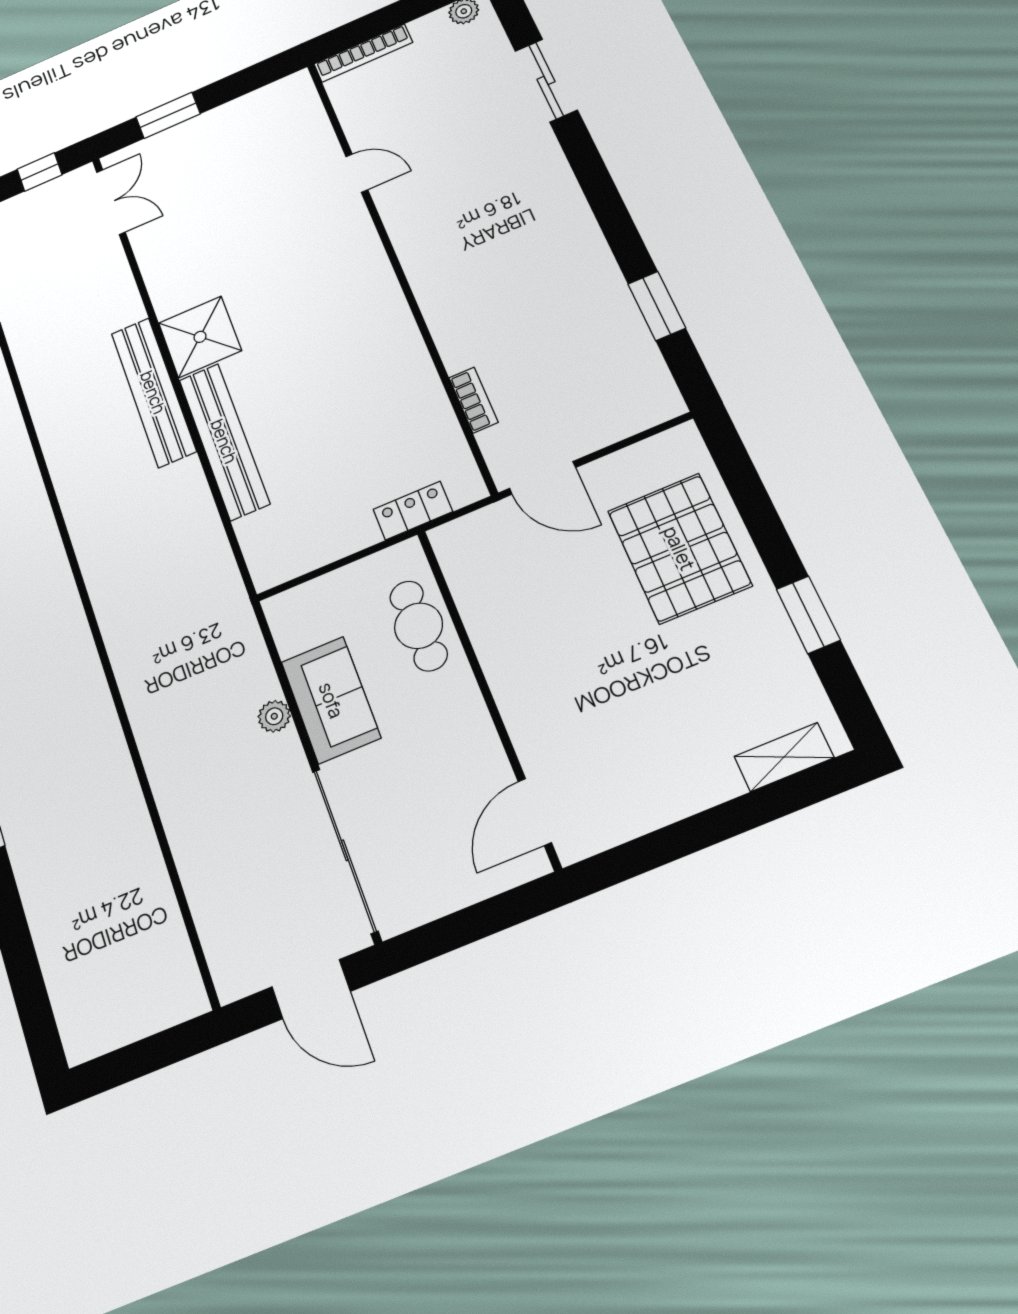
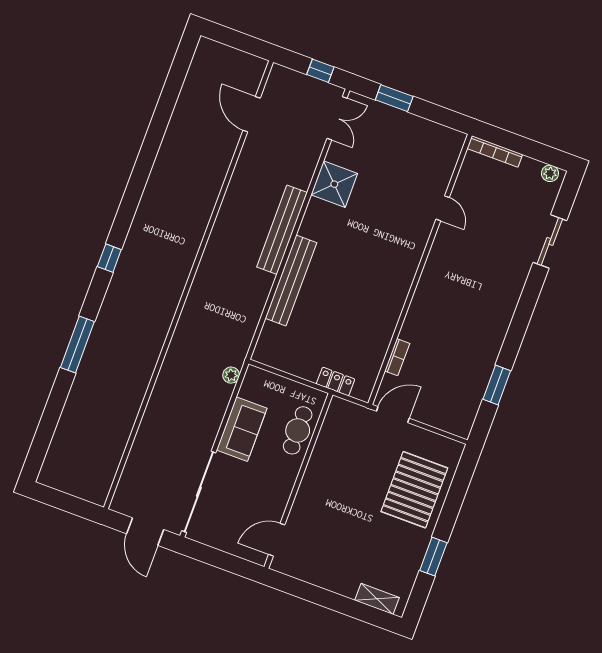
shower: (200, 337) -> (334, 184), moved
door: (542, 478) -> (393, 415), swing flipped
plant: (274, 716) -> (231, 375), moved

